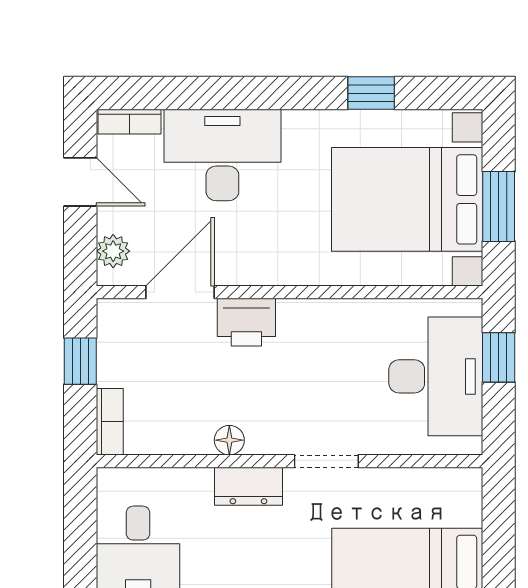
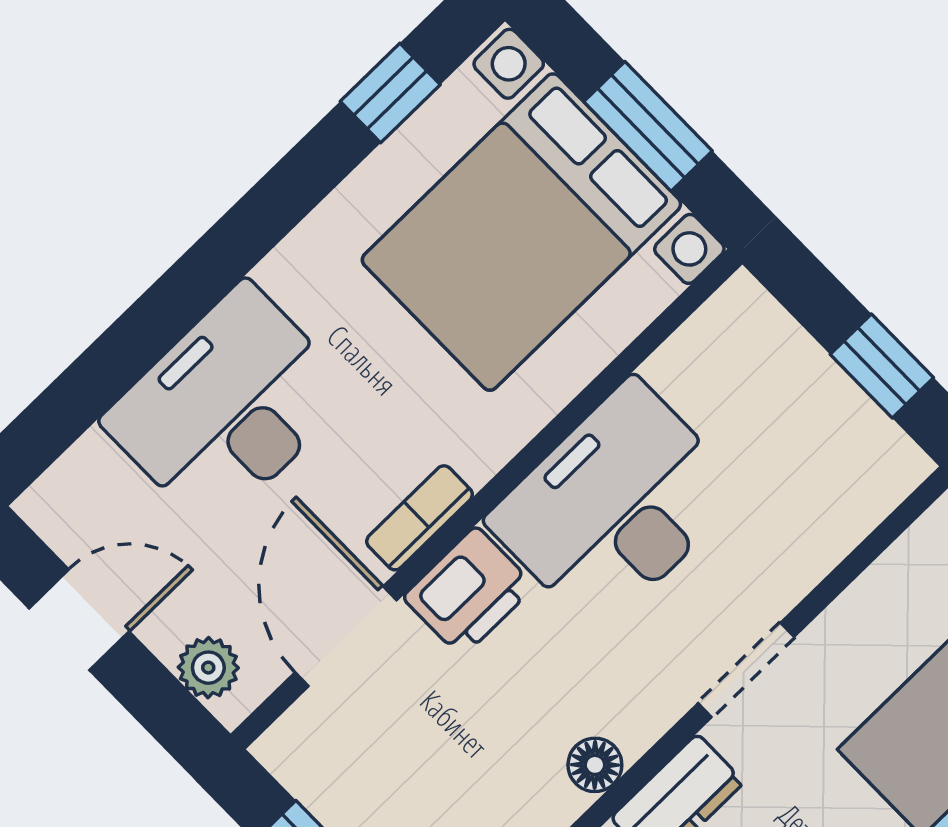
window: (371, 93) -> (390, 93), moved
bookcase: (129, 122) -> (419, 518), moved, turned 180
window: (499, 357) -> (882, 366), moved
desk: (436, 376) -> (615, 506), moved, turned -90

